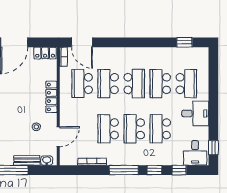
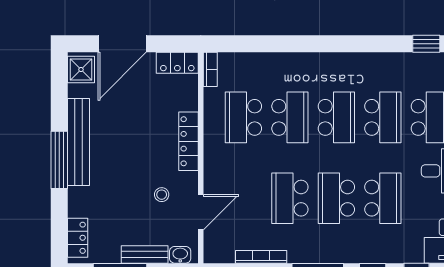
door: (82, 42) -> (243, 44), removed
school desk: (108, 84) -> (290, 117), turned 180
school desk: (160, 84) -> (383, 117), turned 180
school desk: (160, 129) -> (383, 198), turned 180

